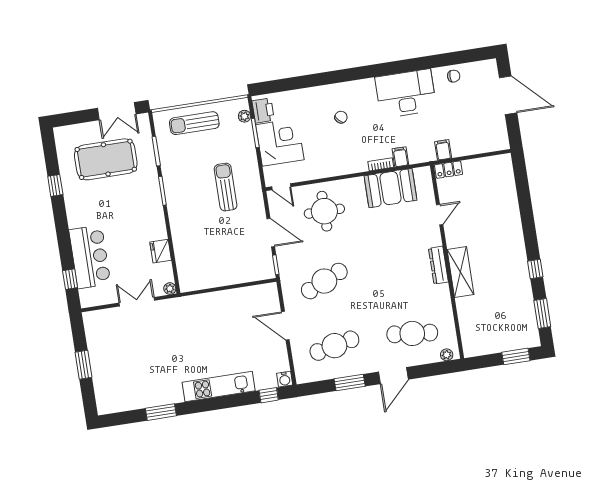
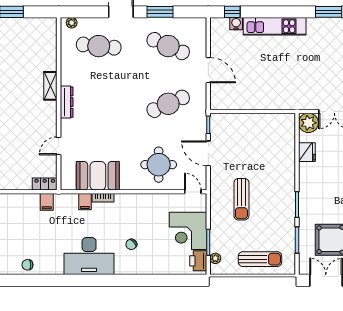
desk: (406, 94) -> (89, 256), moved
shelving: (460, 272) -> (50, 86), width x0.67, depth x0.75
plant: (170, 289) -> (308, 123), width x1.88, depth x1.88
cafe table: (334, 346) -> (168, 46), turned 36
water cooler: (285, 379) -> (236, 24), moved

